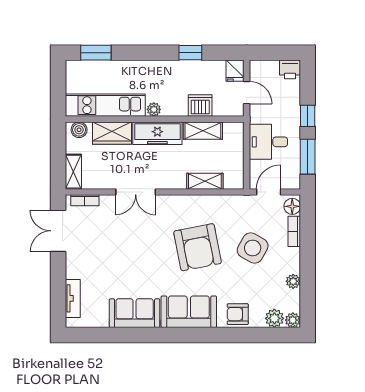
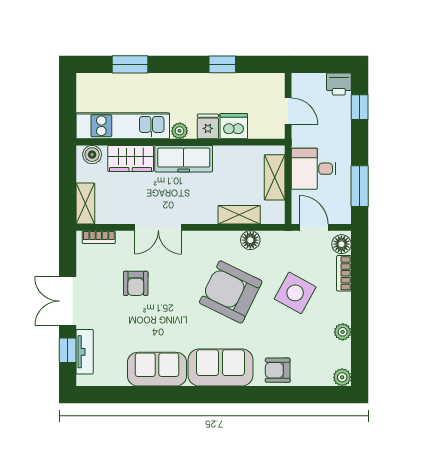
window: (96, 53) -> (130, 64), moved
fridge: (235, 71) -> (208, 126), moved, turned 180
window: (308, 116) -> (360, 107), moved
shelving: (203, 131) -> (275, 177), moved, turned 90
door: (269, 192) -> (314, 227), hinge flipped
floor lamp: (214, 203) -> (250, 240), added
double door: (58, 231) -> (68, 301), moved
armchair: (116, 240) -> (136, 283), added
armchair: (198, 247) -> (231, 292), turned 127
window: (58, 297) -> (68, 350), added
plant: (274, 318) -> (321, 375), removed

